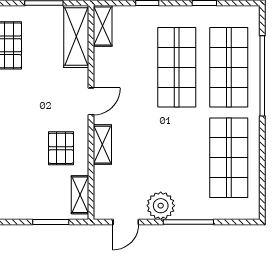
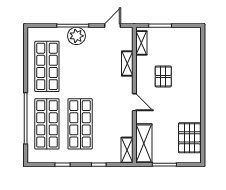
door: (91, 101) -> (134, 102), swing flipped
shelving: (102, 145) -> (127, 63), moved
pallet: (61, 148) -> (163, 76), moved
plant: (161, 206) -> (76, 36), moved

